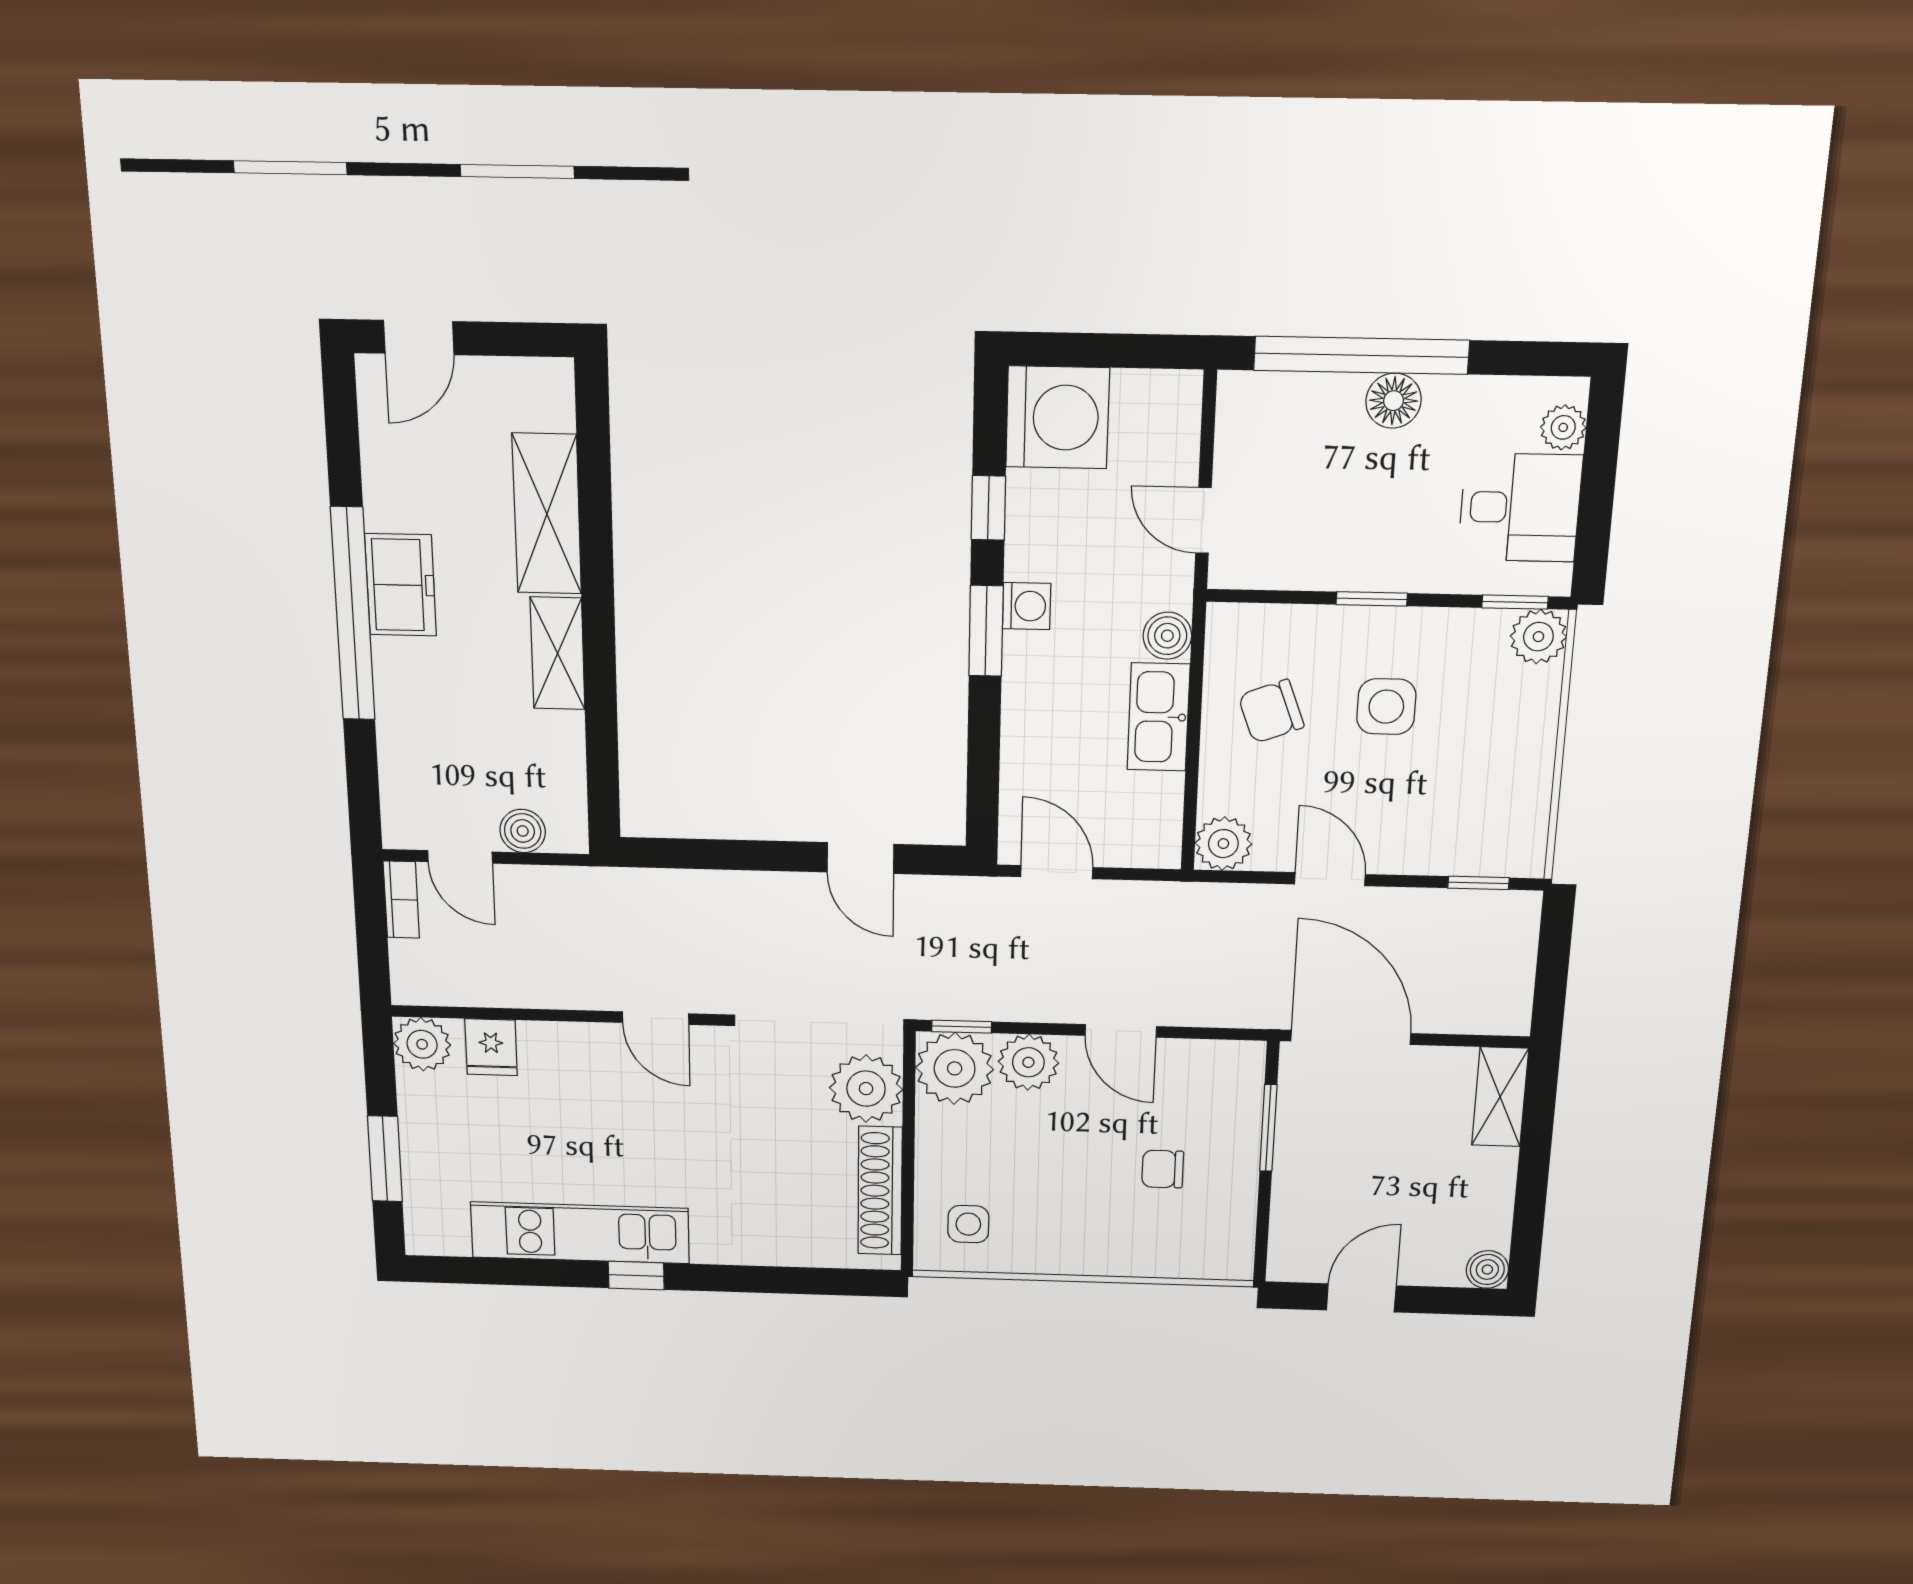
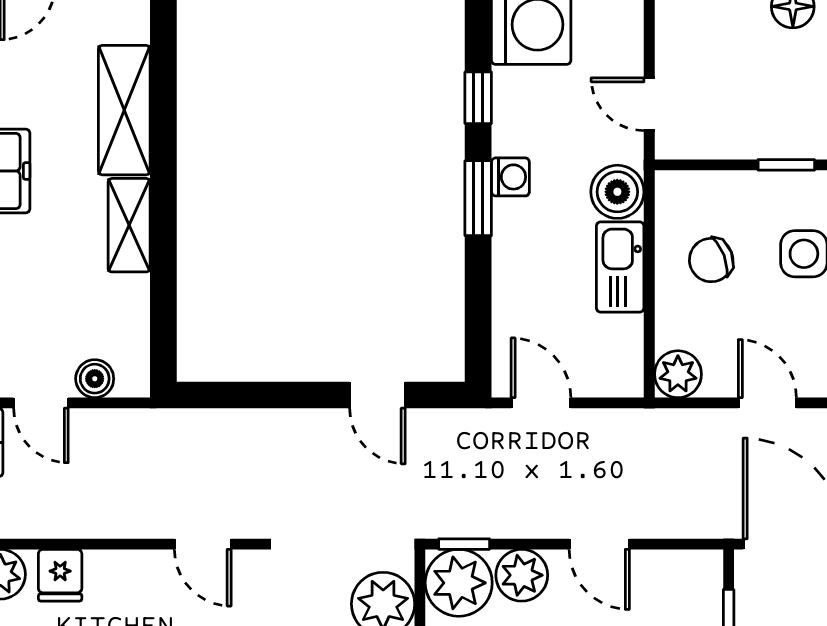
boiler: (1167, 636) -> (617, 192), width x1.36, depth x1.36

